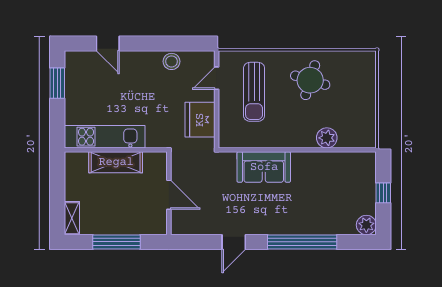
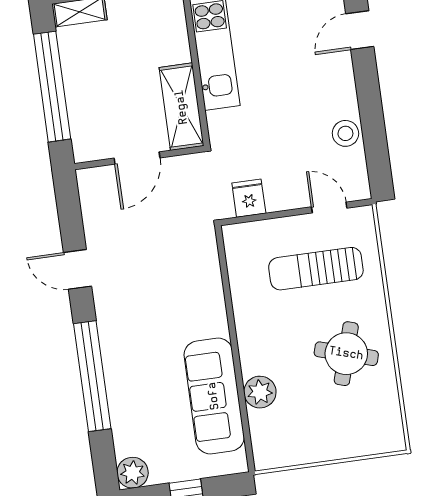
fridge: (200, 120) -> (249, 198), width x0.53, depth x0.75
shelving: (116, 162) -> (182, 107), moved
sofa: (264, 167) -> (214, 396), moved, width x1.36
window: (116, 242) -> (52, 87), width x1.46

